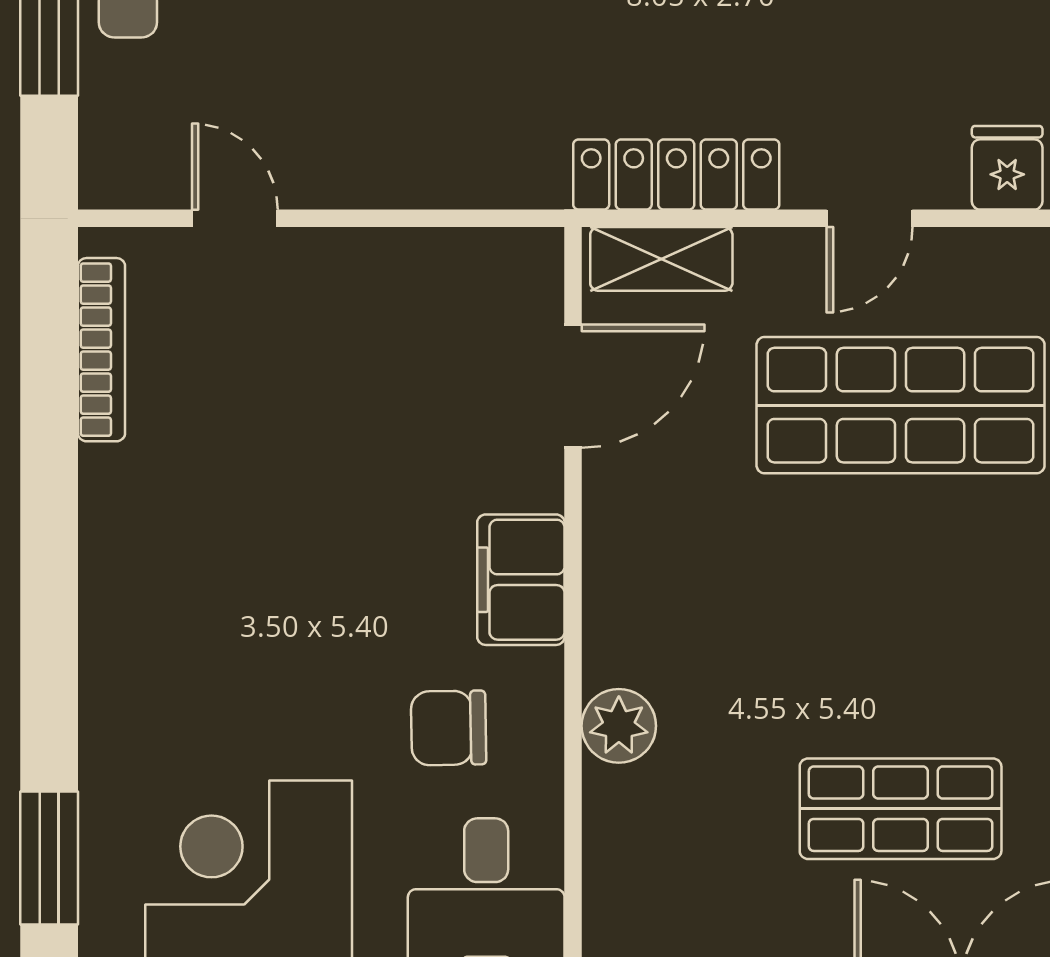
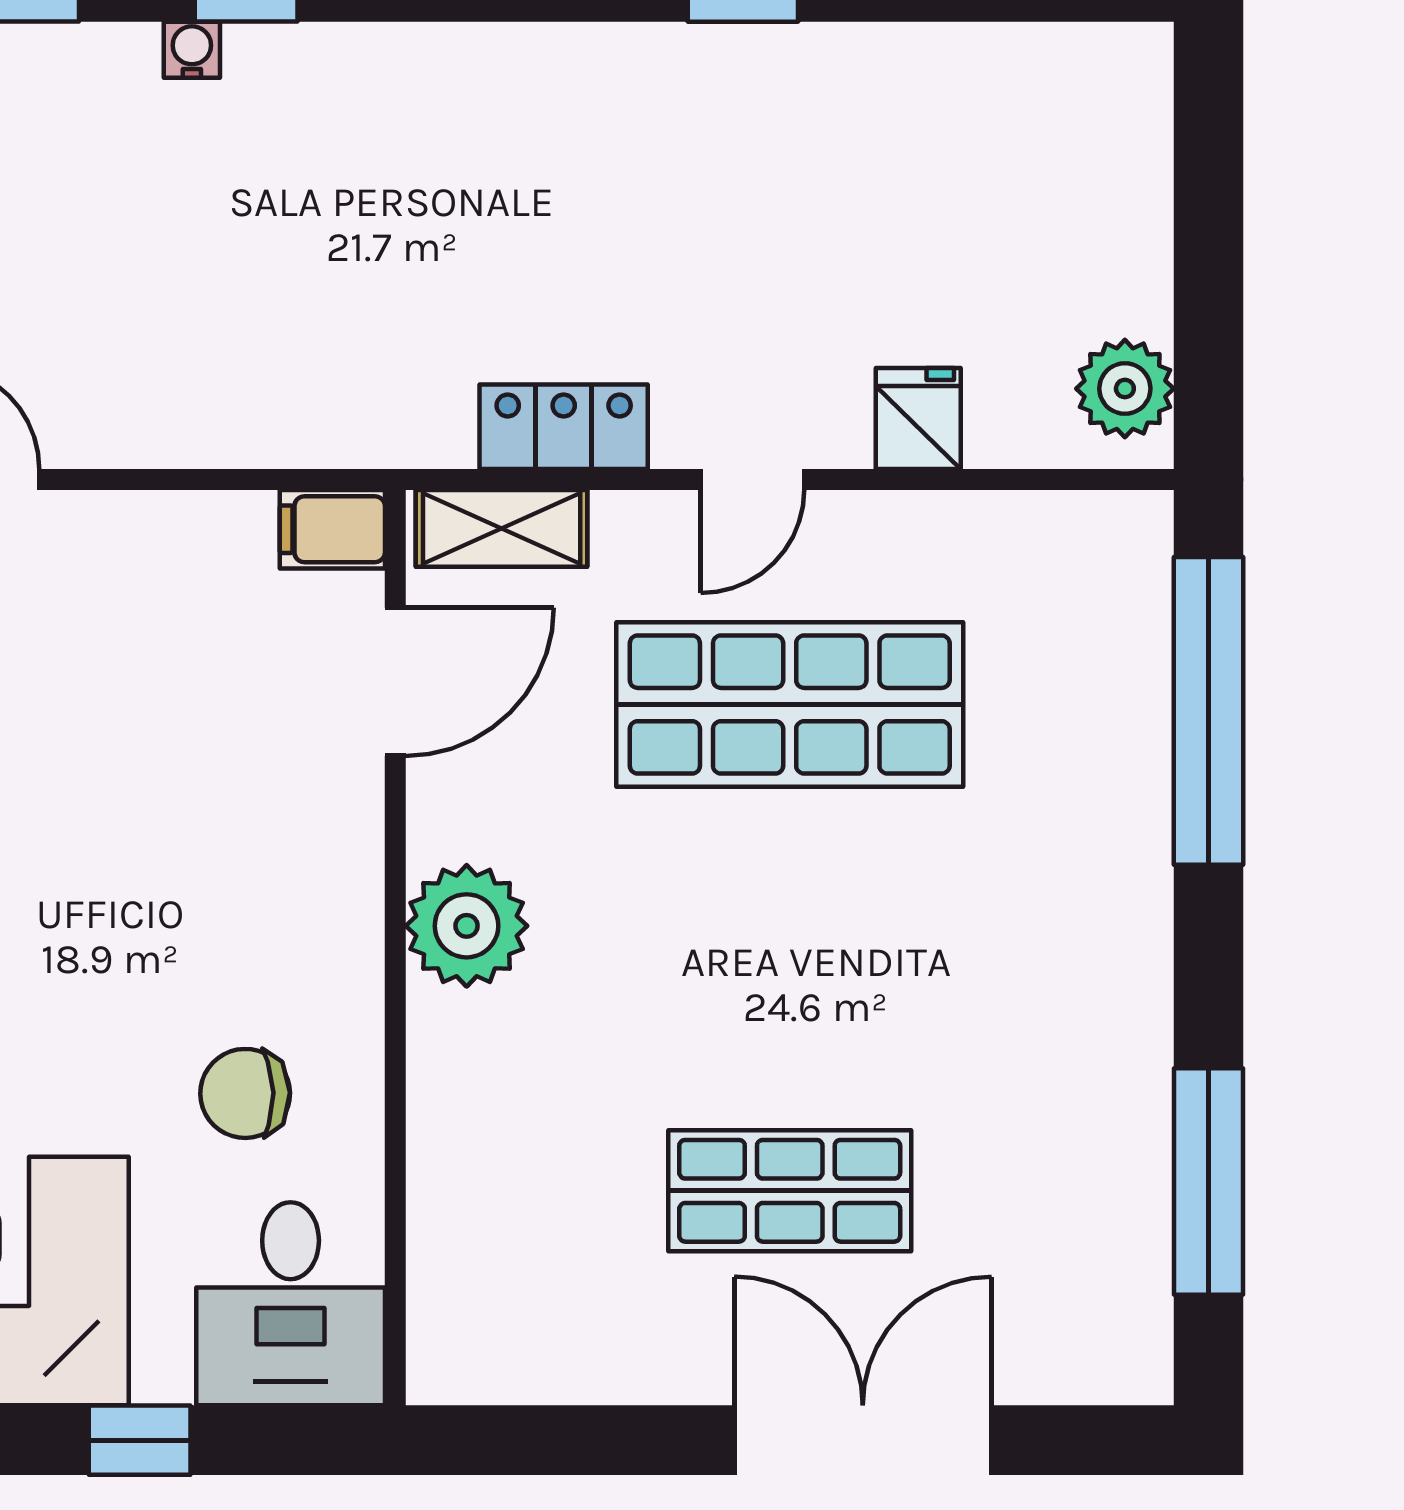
locker: (676, 175) -> (564, 427), width x0.66
filing cabinet: (521, 580) -> (332, 529), moved, width x0.50
plant: (619, 726) -> (467, 926), moved, width x1.36, depth x1.36

